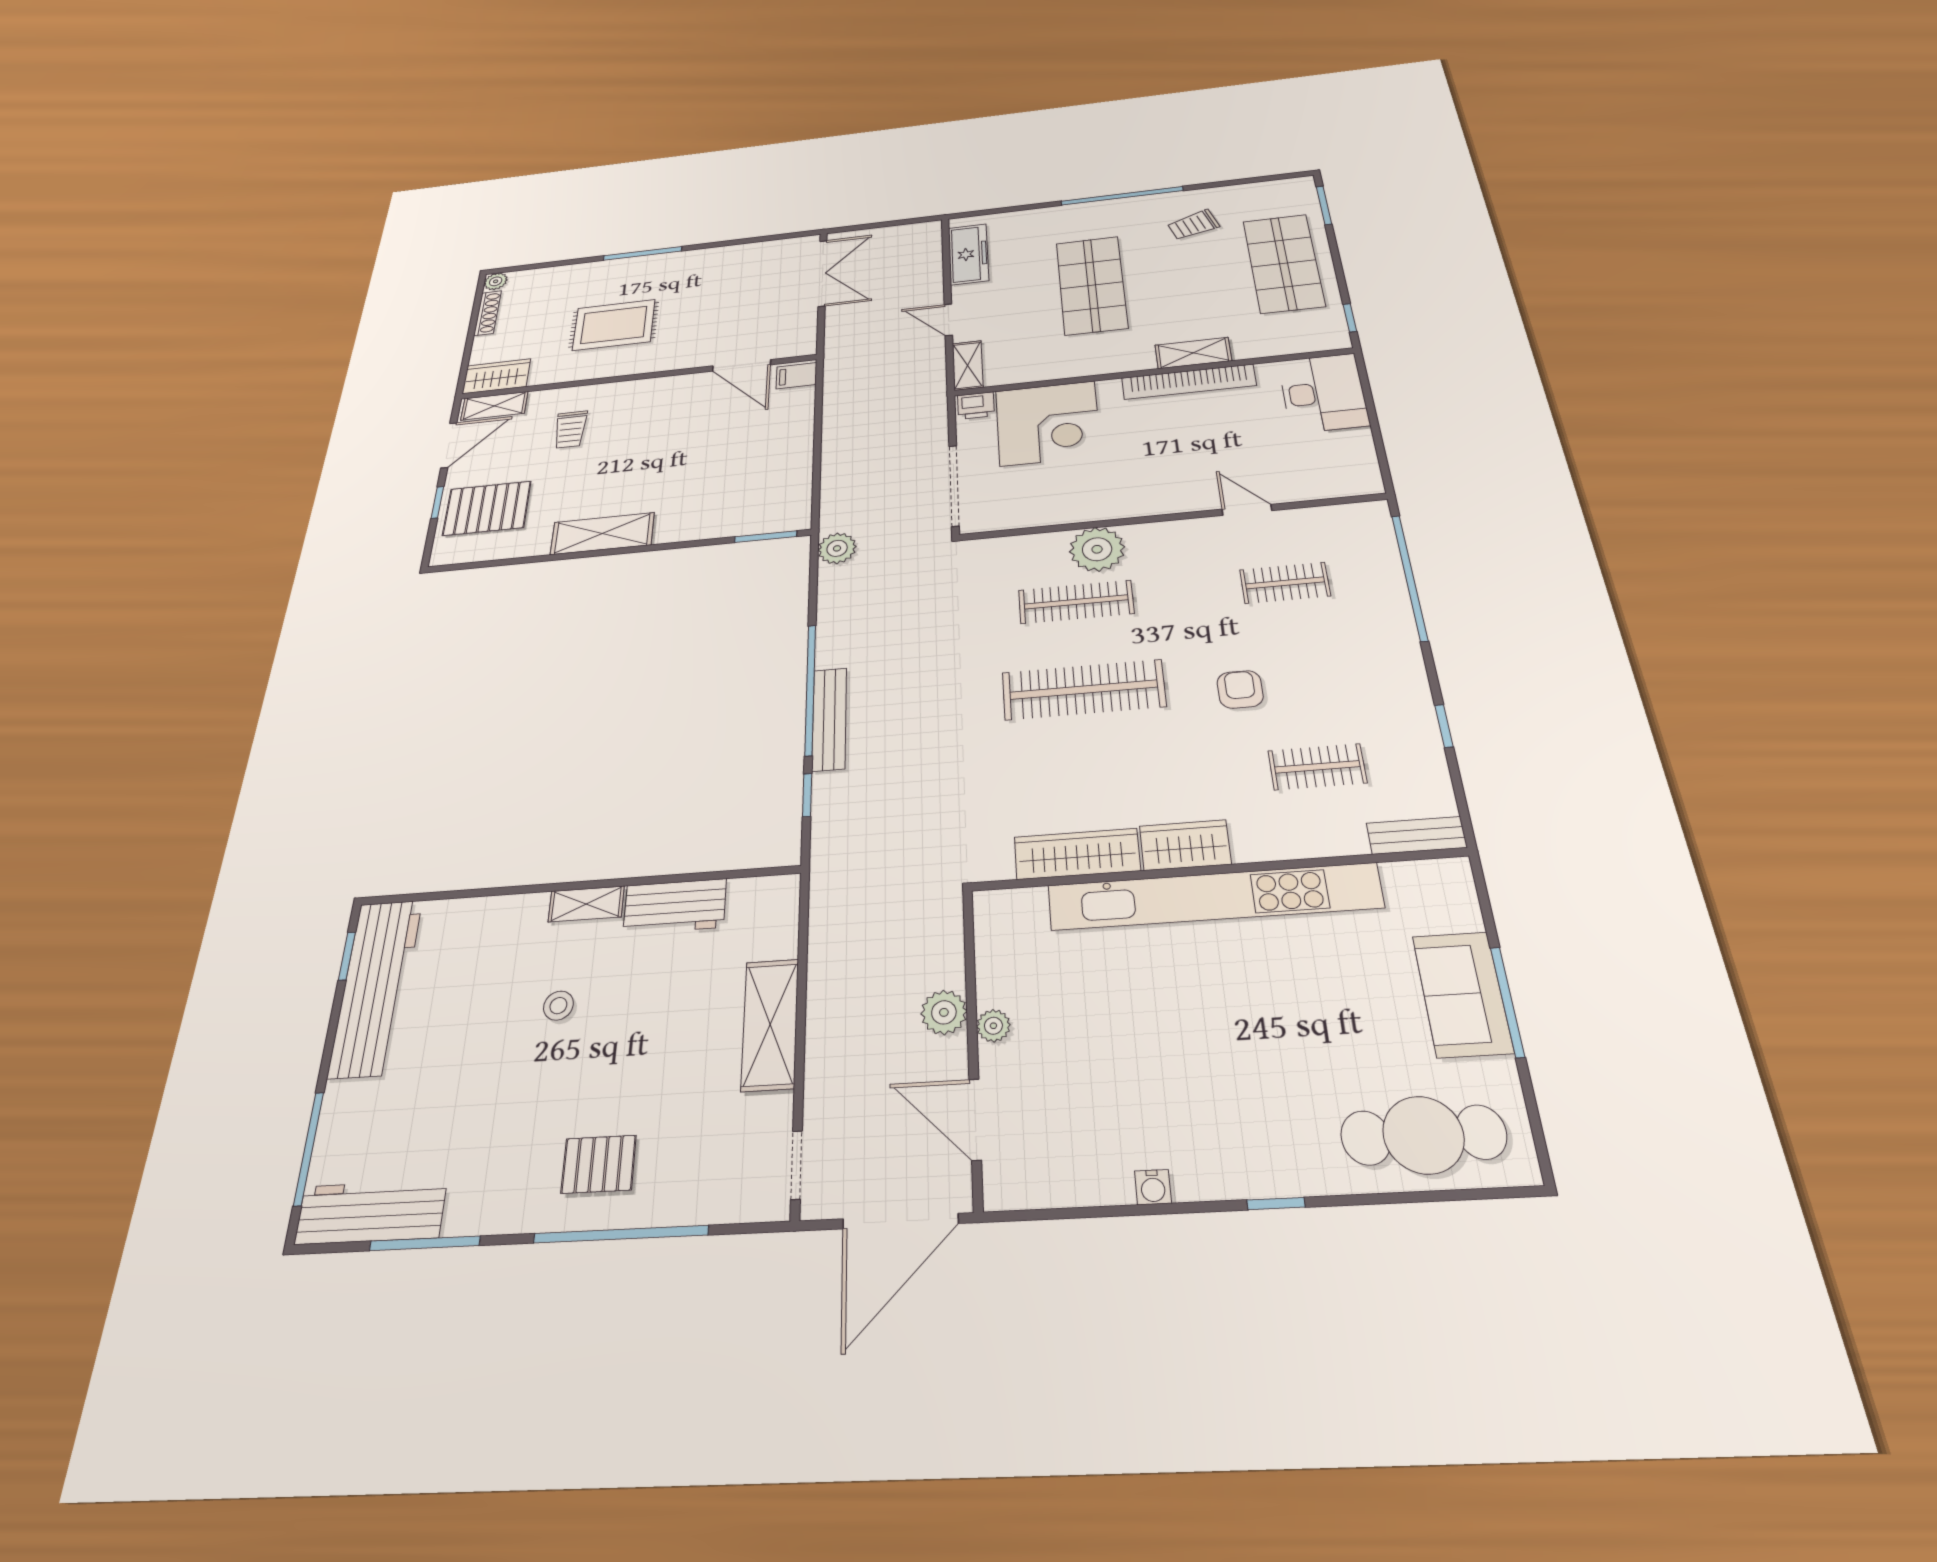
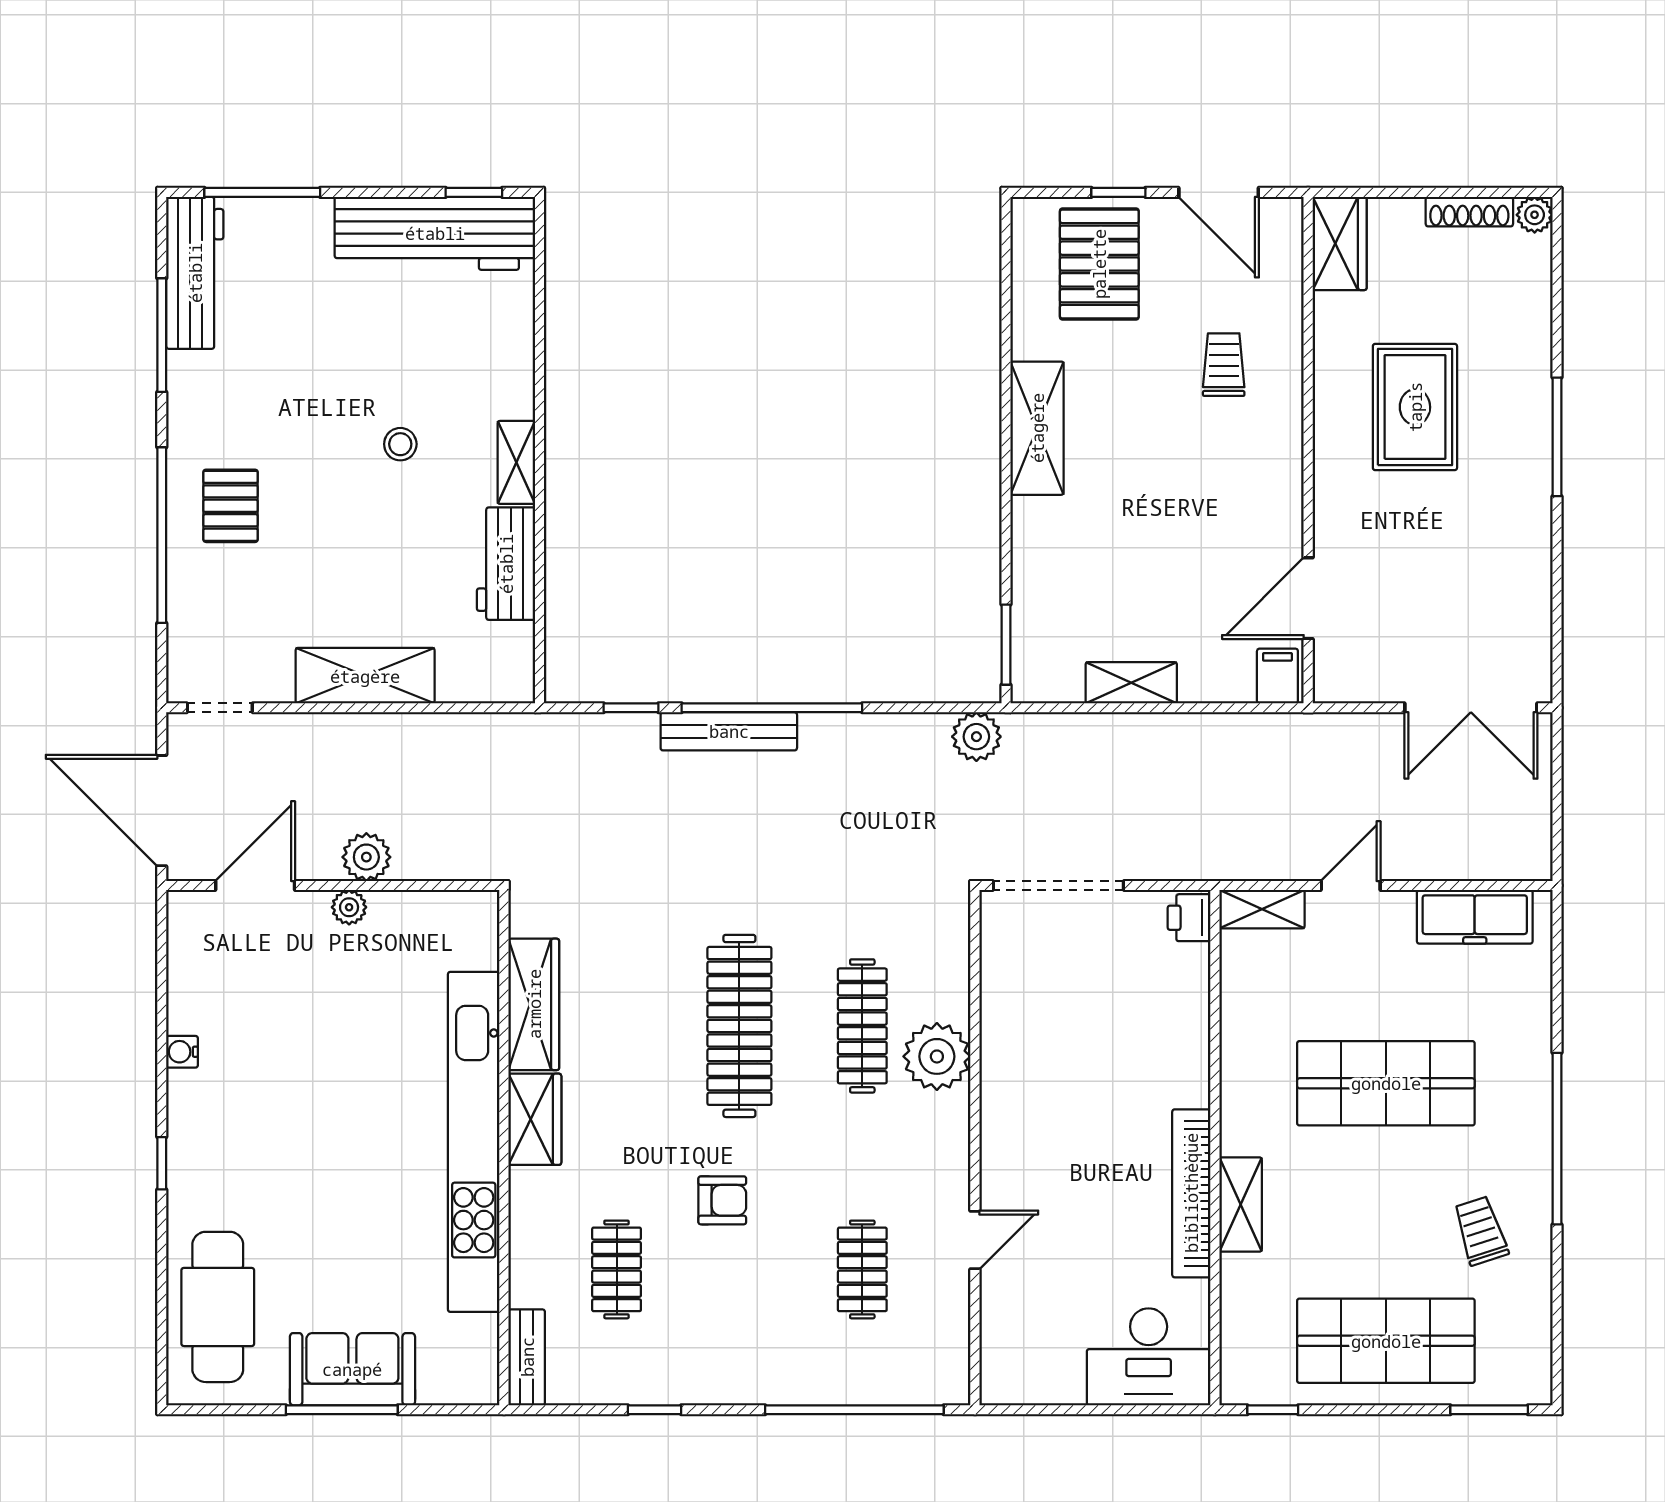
shelving: (494, 406) -> (1131, 683), moved, turned 90
corner desk: (1048, 423) -> (1146, 1009), removed
trolley: (570, 429) -> (1224, 365), turned 90

